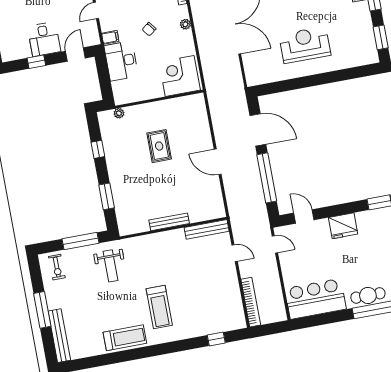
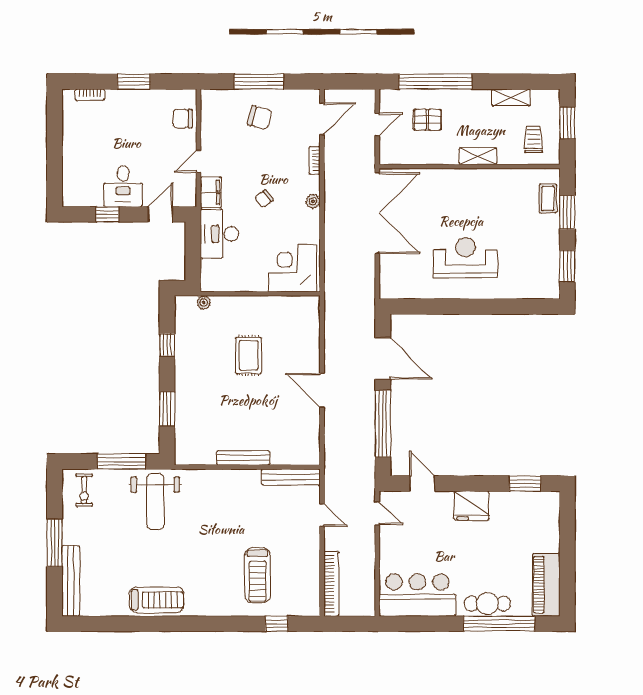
filing cabinet: (110, 37) -> (211, 192), width x2.00
weight bench: (111, 266) -> (155, 502), width x1.36, depth x1.33
treadmill: (159, 307) -> (258, 575), moved

